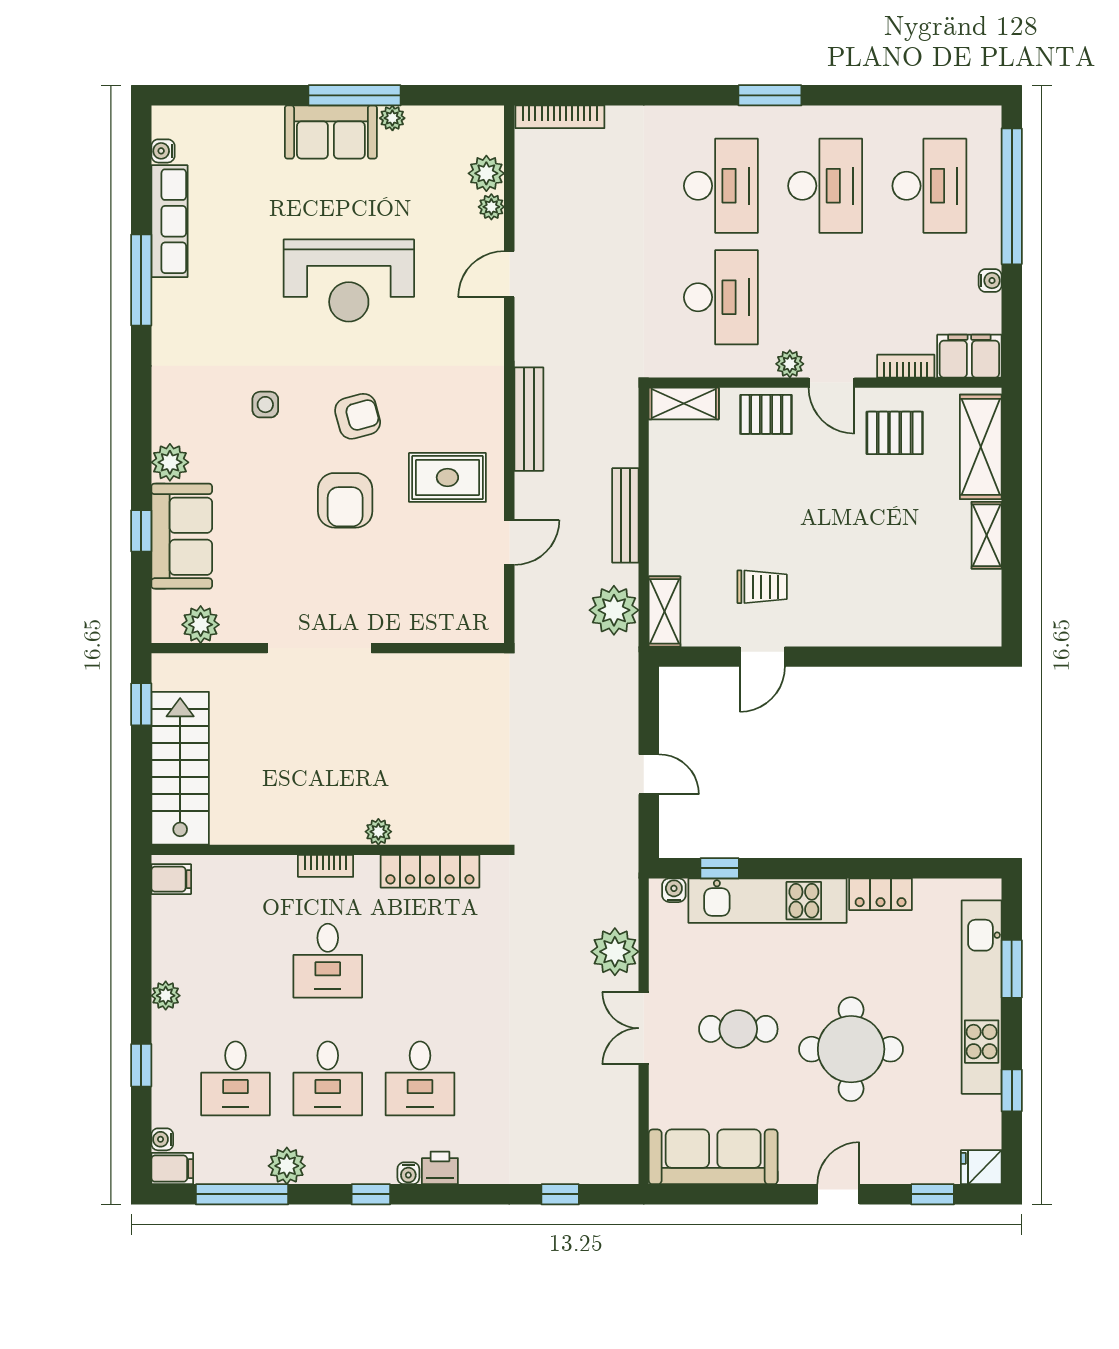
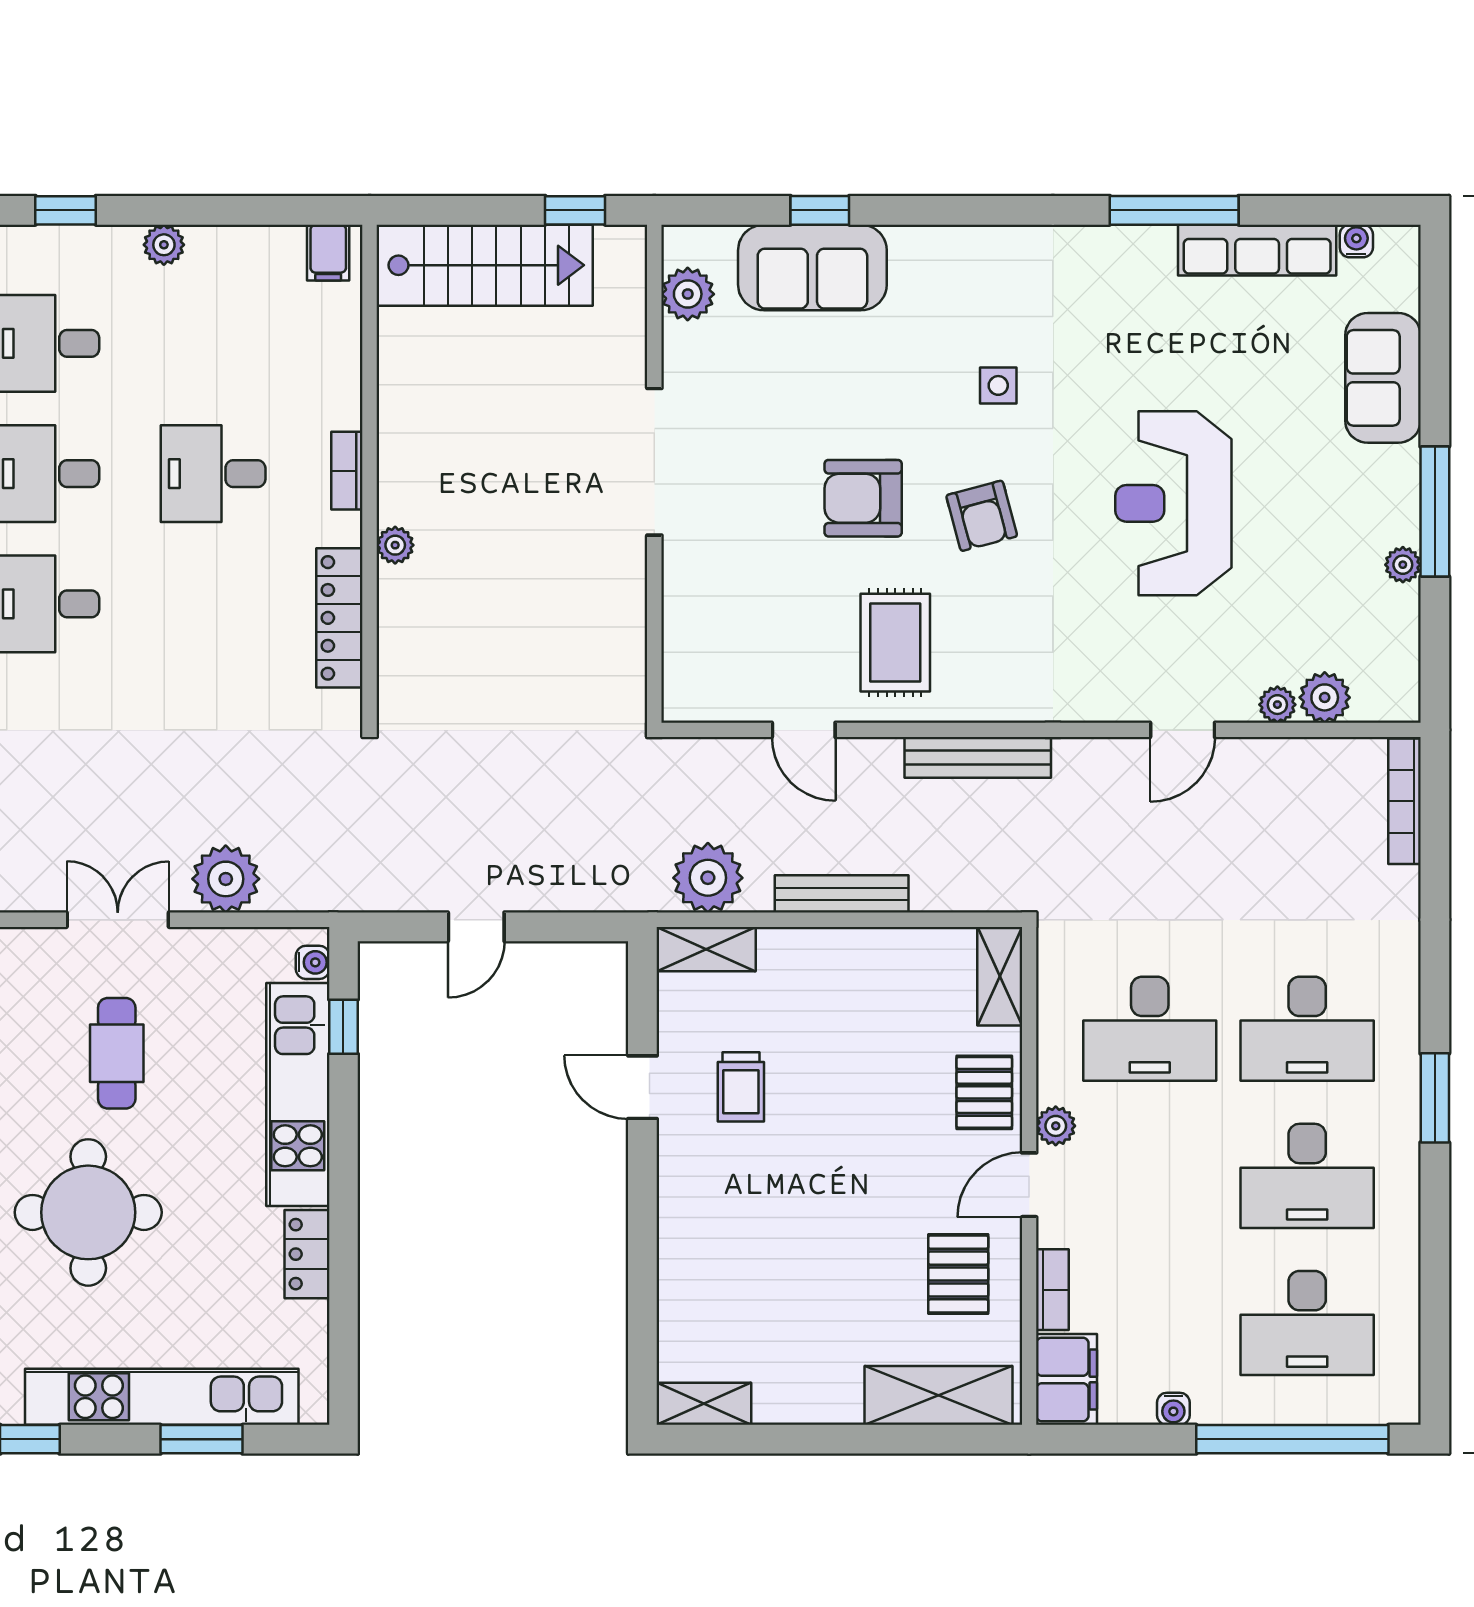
sofa: (331, 132) -> (1383, 378), moved
door: (509, 274) -> (1183, 730), swing flipped
plant: (170, 462) -> (917, 251), removed
shelving: (987, 535) -> (704, 1404), moved

